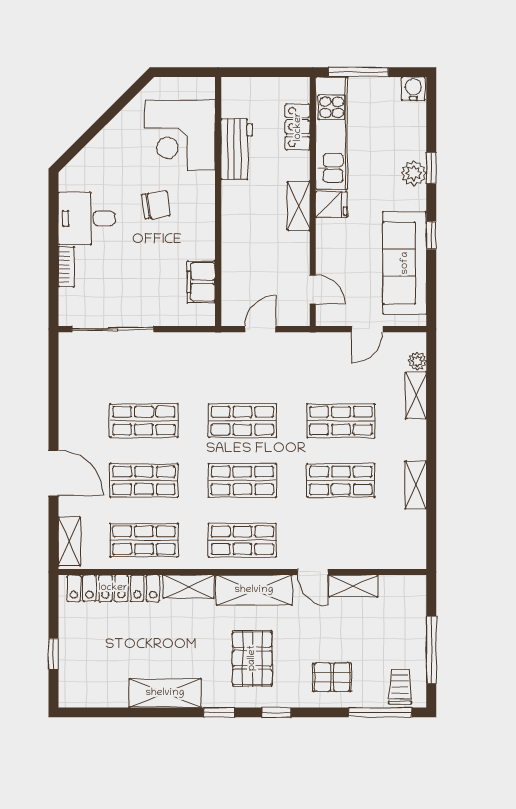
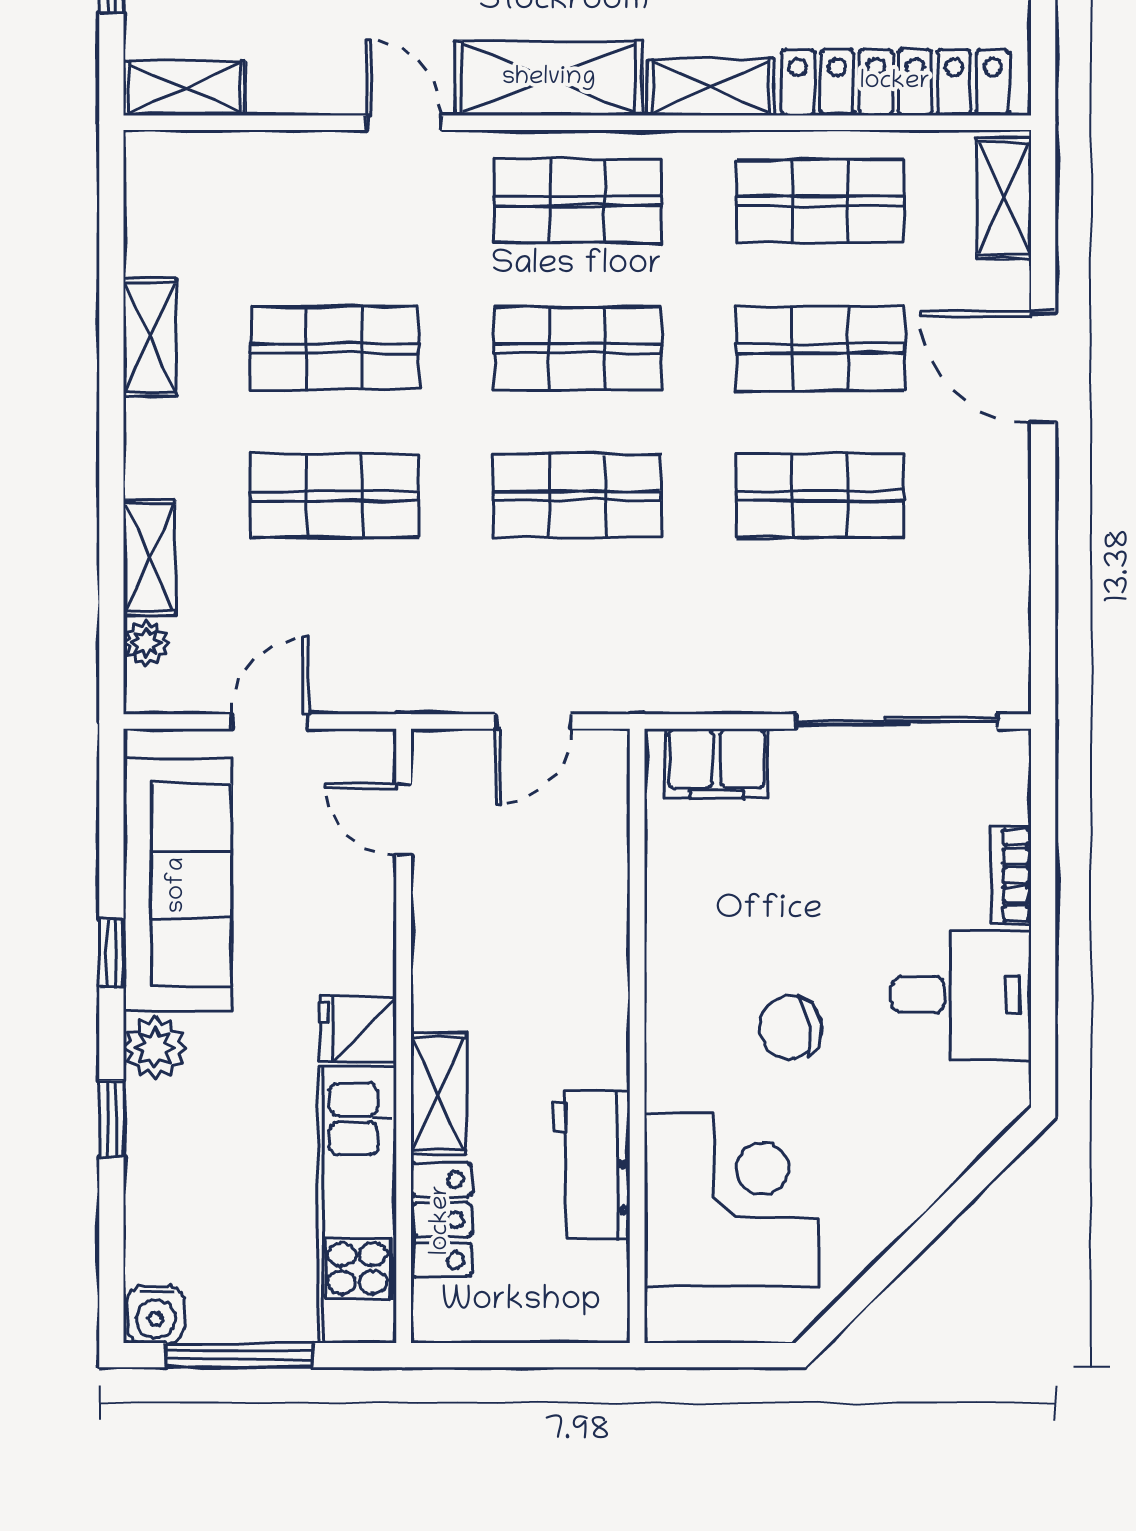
window: (358, 72) -> (239, 1355), moved
plant: (414, 173) -> (155, 1048), moved
shelving: (299, 206) -> (438, 1094), moved
filing cabinet: (201, 282) -> (717, 763), moved, turned 90
shelving: (353, 586) -> (184, 88), moved

